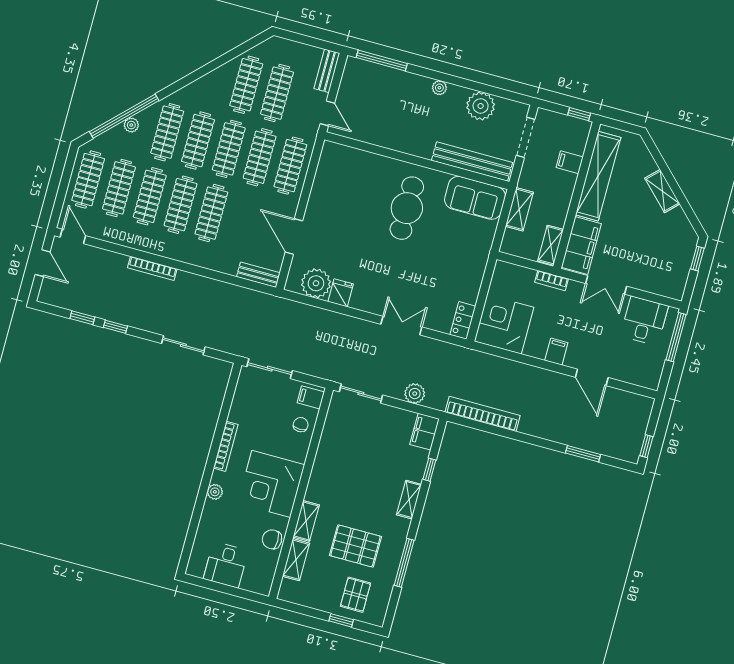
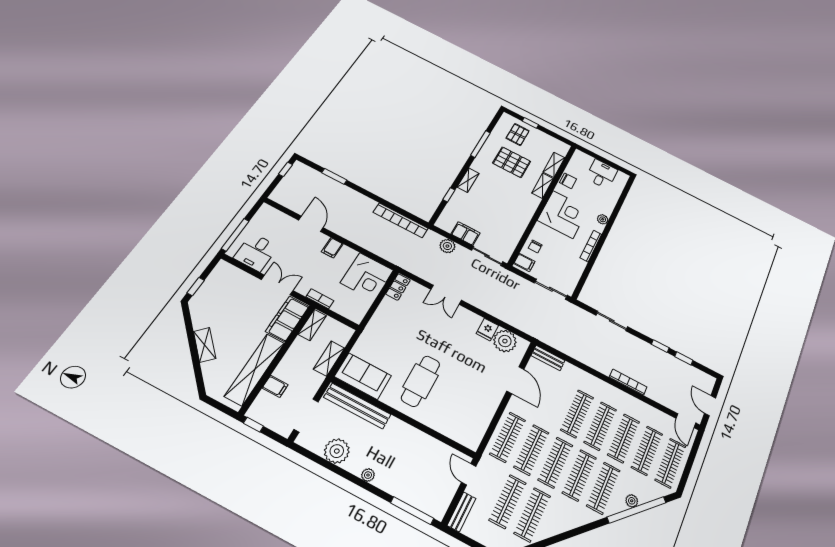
filing cabinet: (424, 432) -> (465, 234), moved, turned -90

